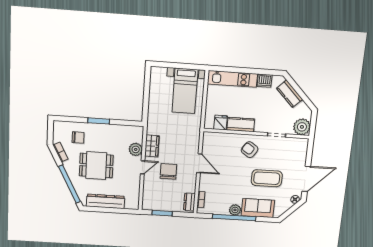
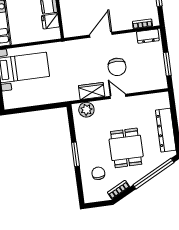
plant: (136, 149) -> (86, 110), moved
chair: (168, 171) -> (117, 67), turned -90

